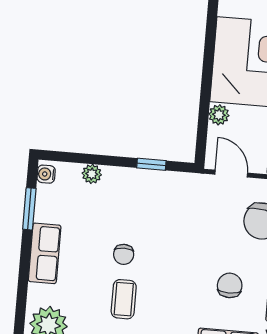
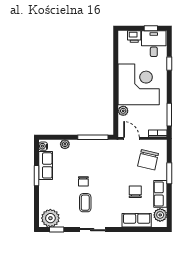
window: (151, 164) -> (93, 137), width x2.17
window: (29, 209) -> (37, 176), moved
row of seats: (45, 253) -> (46, 165), moved

